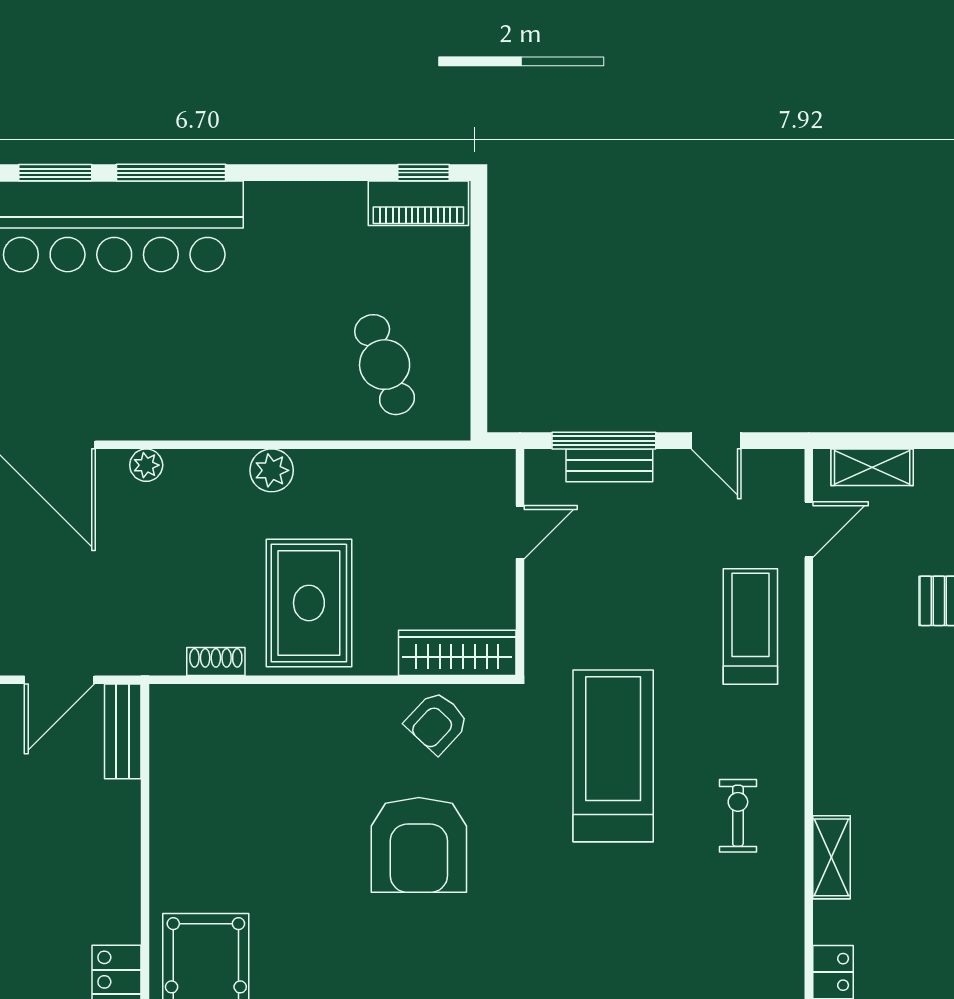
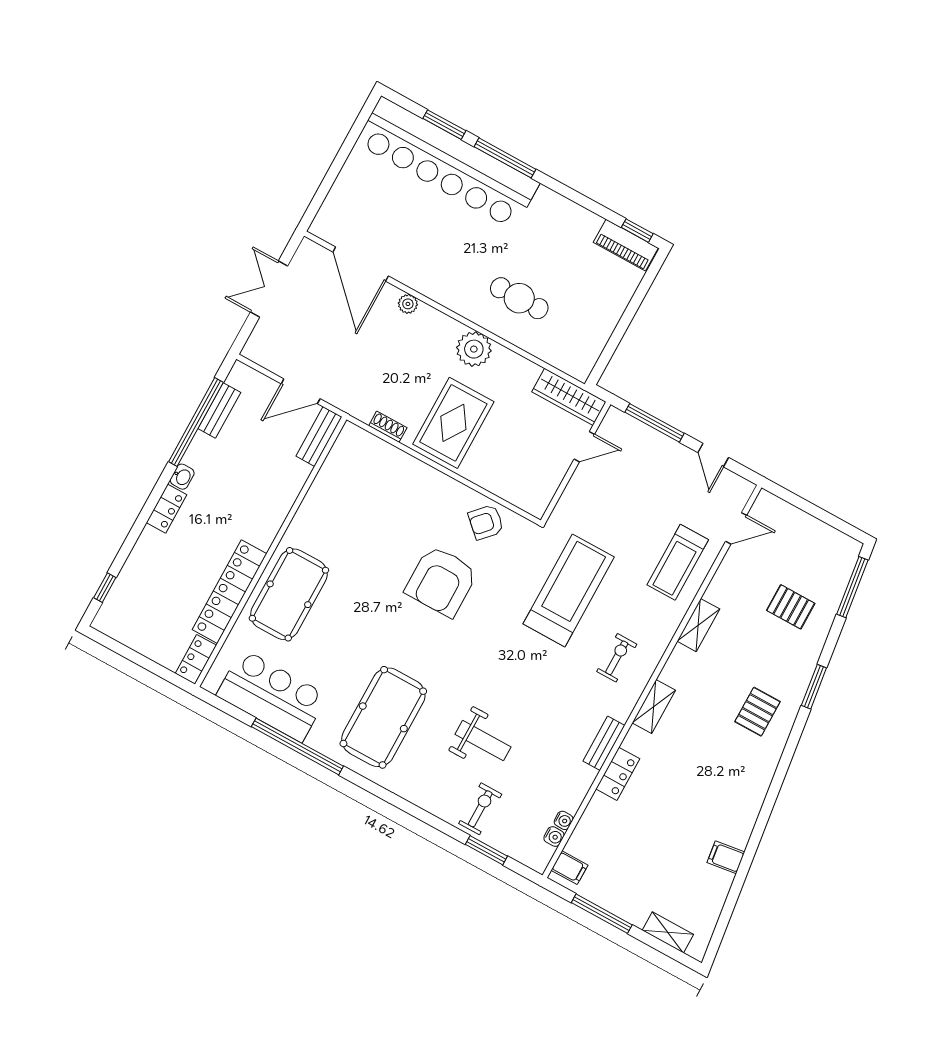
cafe table: (385, 365) -> (519, 298), moved, turned -70
bench: (609, 465) -> (604, 743), moved, turned 90
shelving: (872, 467) -> (698, 625), moved, turned 90
plant: (272, 470) -> (474, 349), width x1.36, depth x1.36
treadmill: (750, 626) -> (678, 562), turned 180
wardrobe: (457, 653) -> (569, 397), moved, turned 180

